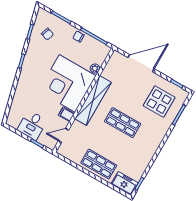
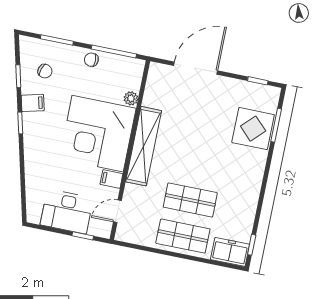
filing cabinet: (33, 51) -> (33, 103), added
display table: (159, 102) -> (253, 129), moved
shop shelf: (123, 123) -> (190, 200), moved
desk: (32, 125) -> (67, 212), width x1.37

